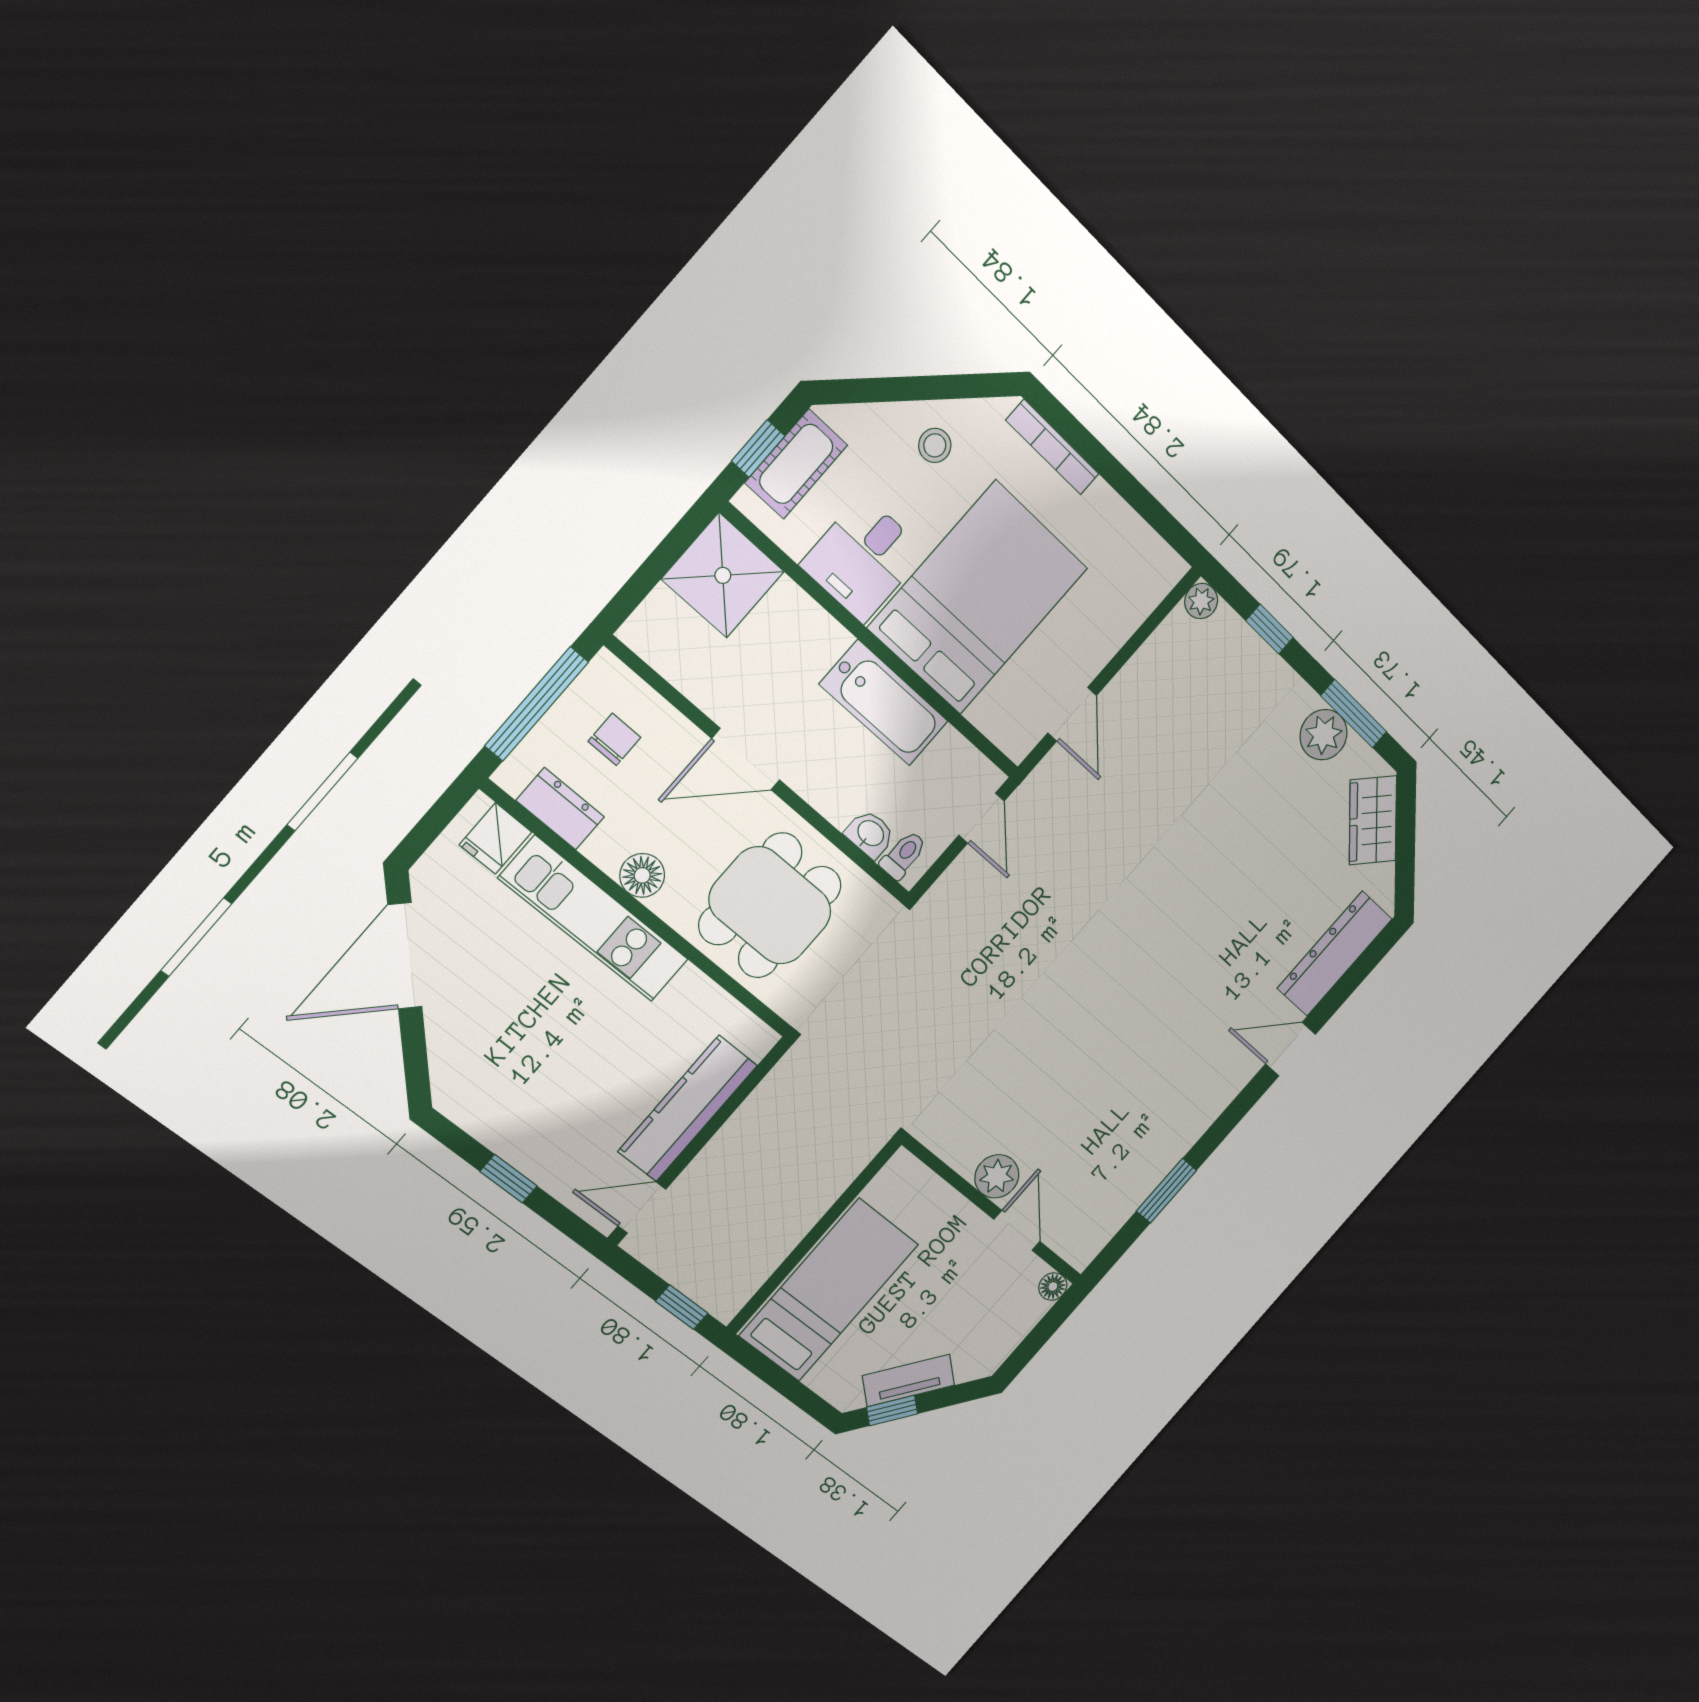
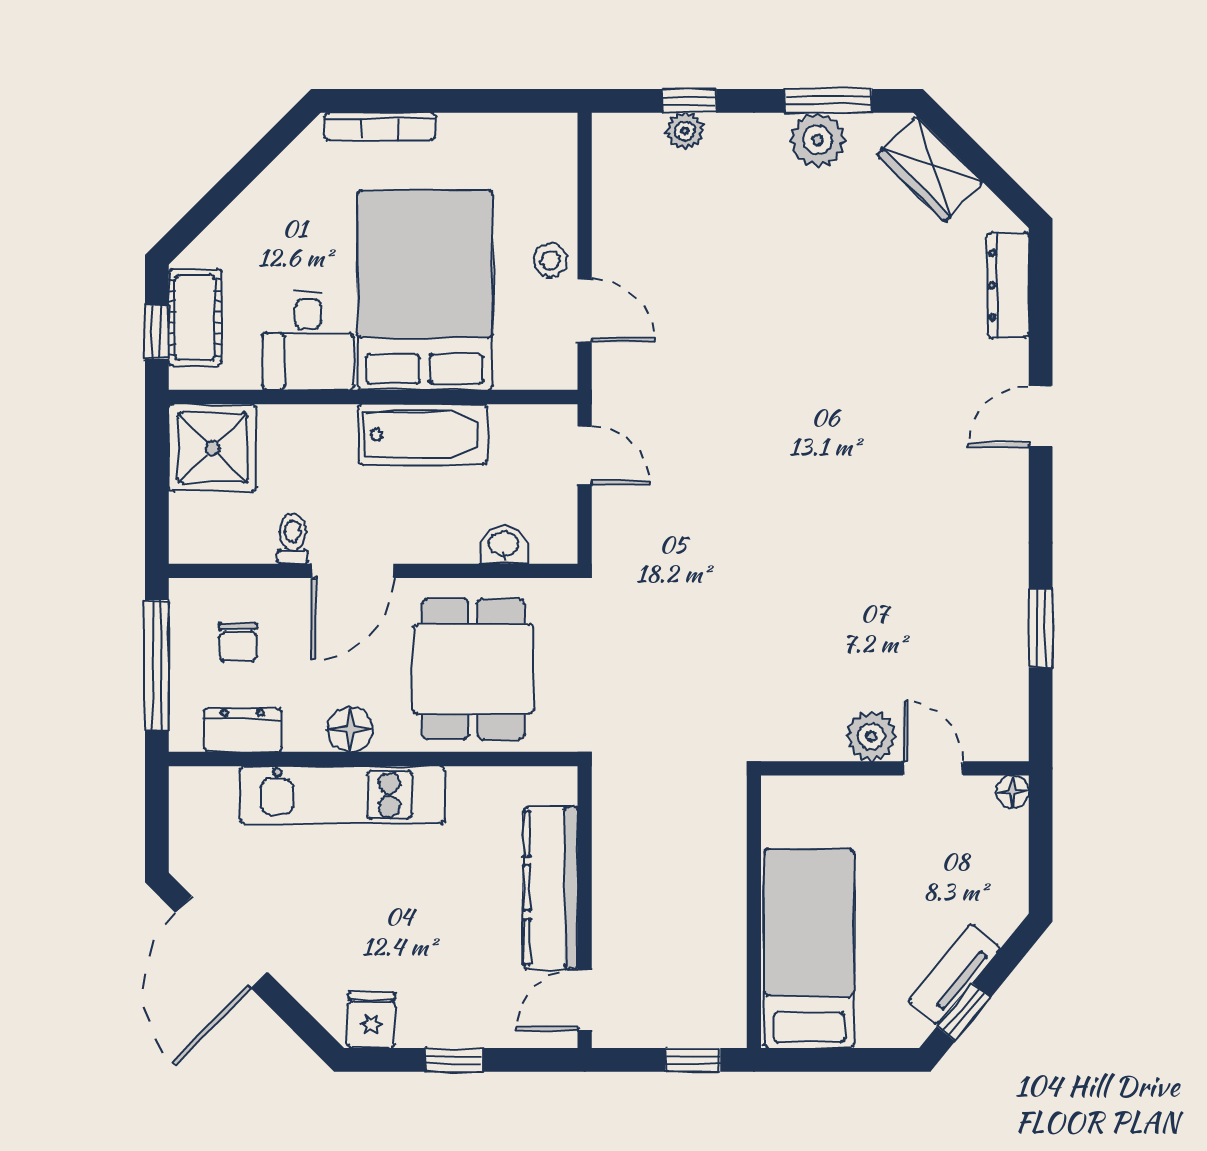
stool: (935, 445) -> (550, 260), moved
plant: (1201, 601) -> (685, 131), moved
chair: (614, 739) -> (238, 642), turned 180
fridge: (496, 838) -> (371, 1020), moved, turned 180
toilet: (903, 855) -> (292, 539), moved
dresser: (1335, 954) -> (1008, 285), width x0.73, depth x0.80

